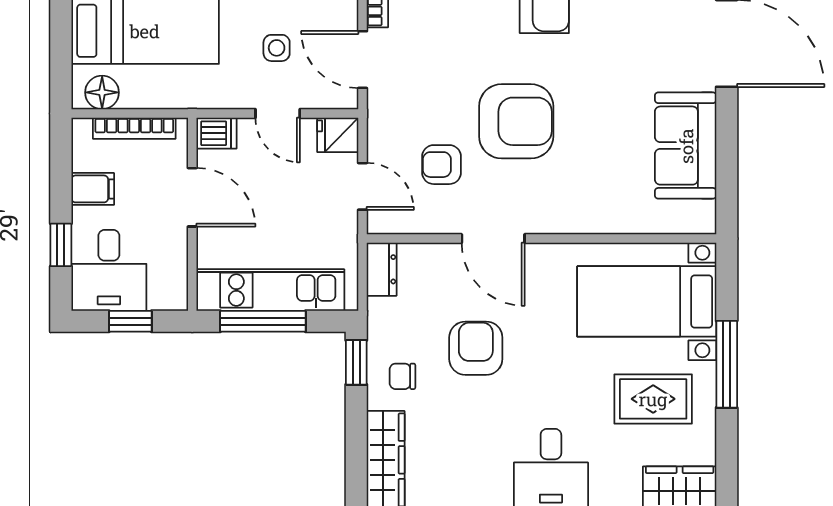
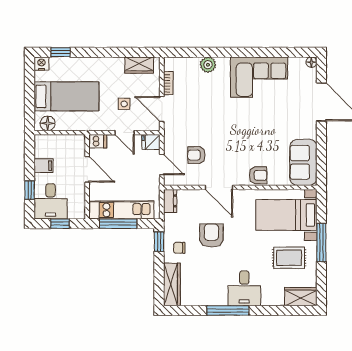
armchair: (516, 121) -> (258, 175), moved, width x0.53, depth x0.53
bookcase: (134, 128) -> (62, 139), removed
sofa: (686, 146) -> (303, 162), moved

